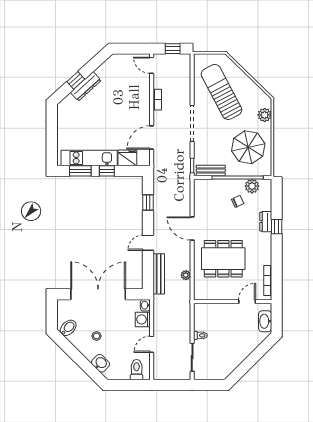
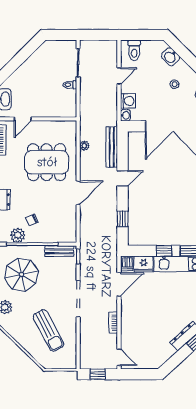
sun lounger: (221, 92) -> (48, 330), width x0.73, depth x0.75
dishwasher: (143, 158) -> (127, 263), added
door: (192, 229) -> (78, 193), hinge flipped

